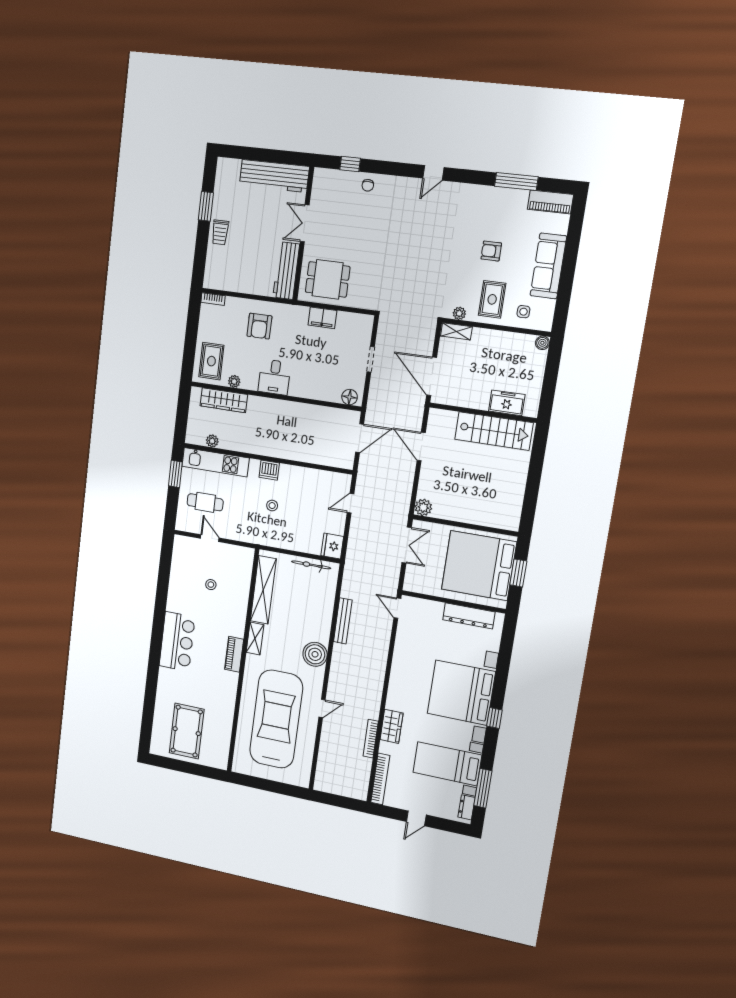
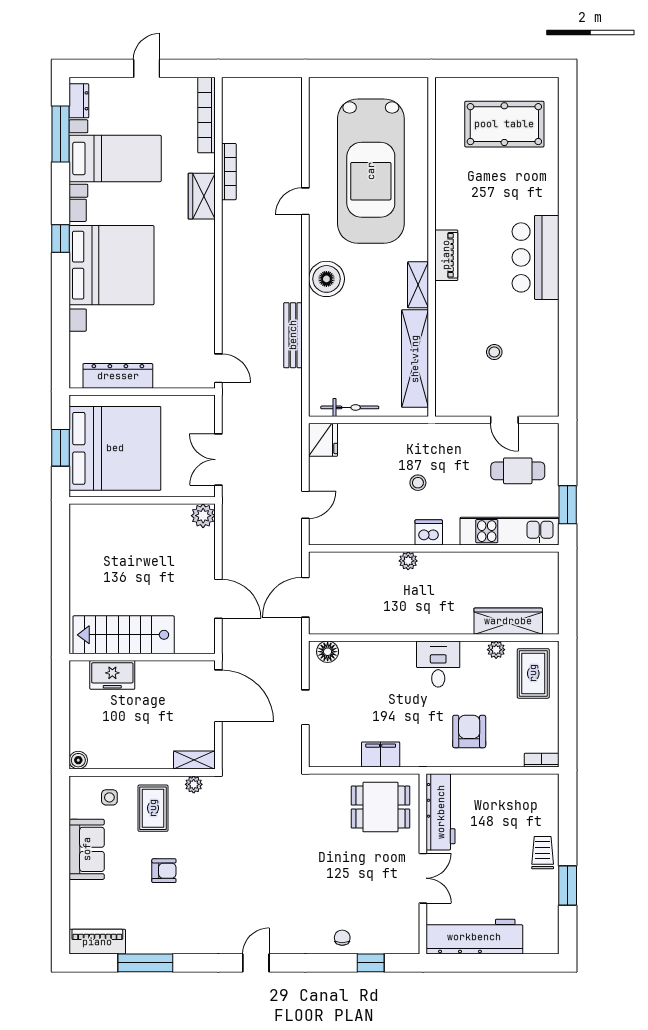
sofa: (548, 266) -> (87, 849), width x0.73
plant: (212, 441) -> (408, 561), moved
pool table: (187, 731) -> (504, 124), turned 90

